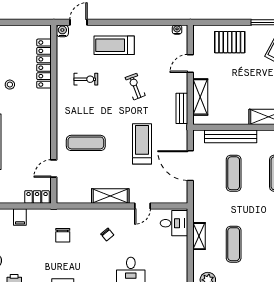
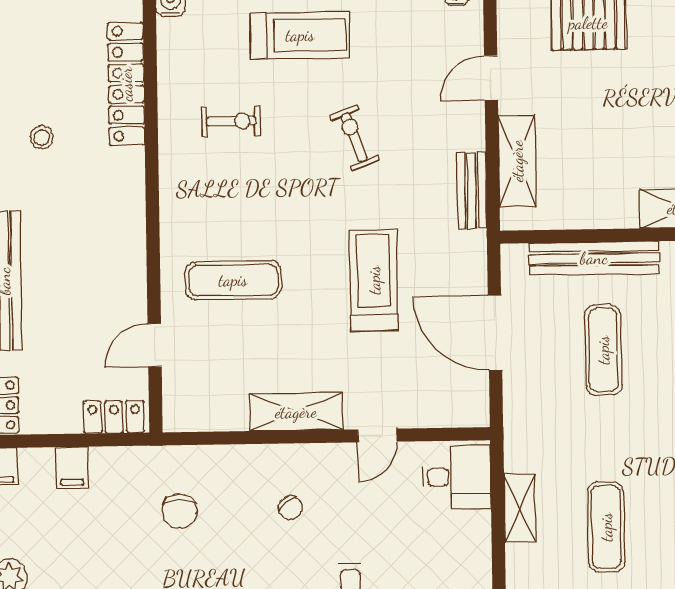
treadmill: (114, 45) -> (300, 35), turned 180

